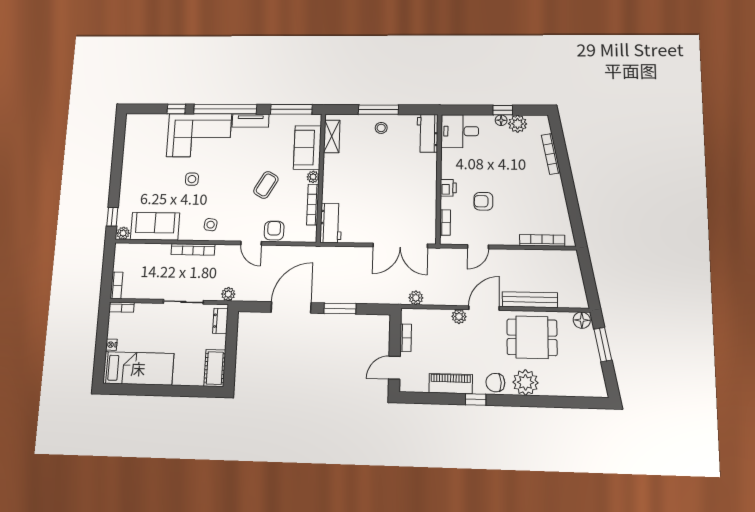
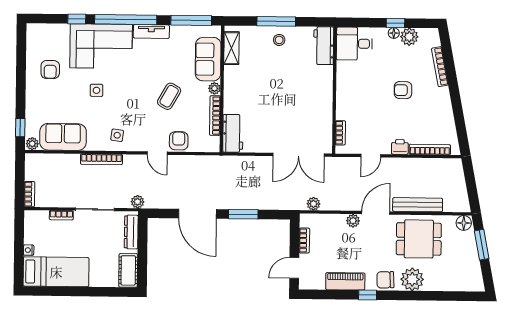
armchair: (146, 159) -> (50, 70), added
printer: (448, 188) -> (400, 147), moved, turned -90
armchair: (483, 201) -> (403, 90), moved
bookcase: (122, 307) -> (61, 215), moved
door: (291, 307) -> (197, 214), swing flipped
dresser: (220, 321) -> (131, 232), width x1.44

